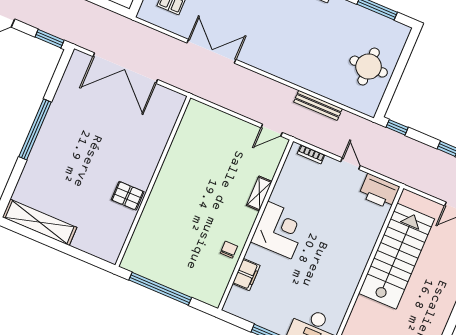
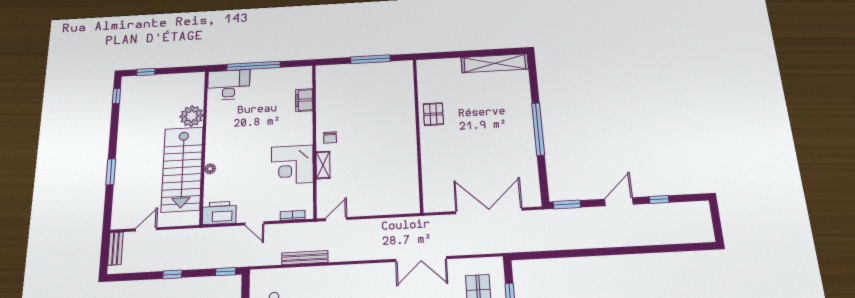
pallet: (128, 196) -> (433, 114), turned 90
corner desk: (279, 230) -> (292, 165), moved
plant: (369, 243) -> (210, 169), added
chair: (229, 250) -> (330, 138), moved
window: (160, 289) -> (370, 59), width x0.68
plant: (365, 312) -> (192, 116), added

